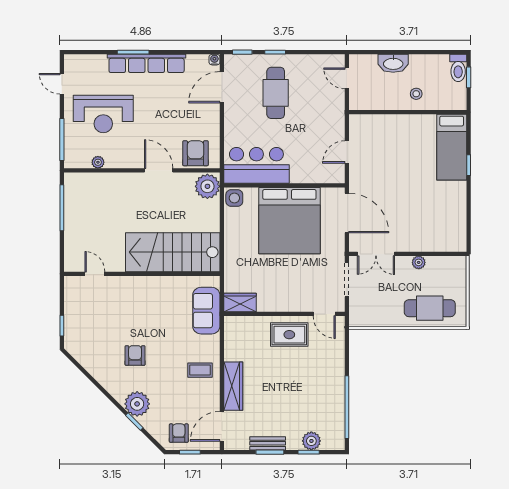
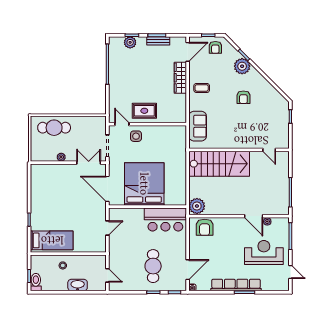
bed: (452, 147) -> (52, 240), moved, turned 90
door: (159, 170) -> (254, 216), moved
side table: (234, 198) -> (136, 136), moved
wardrobe: (240, 302) -> (176, 131), removed

